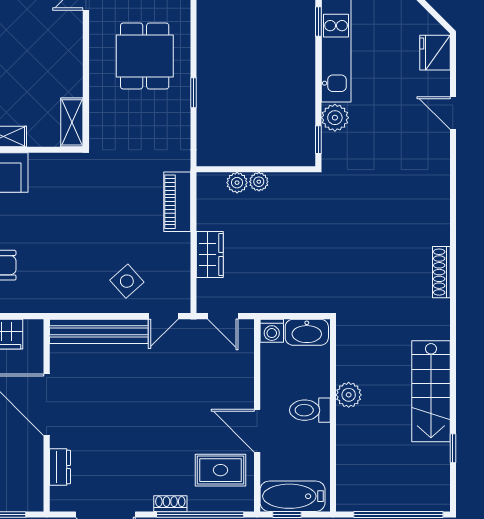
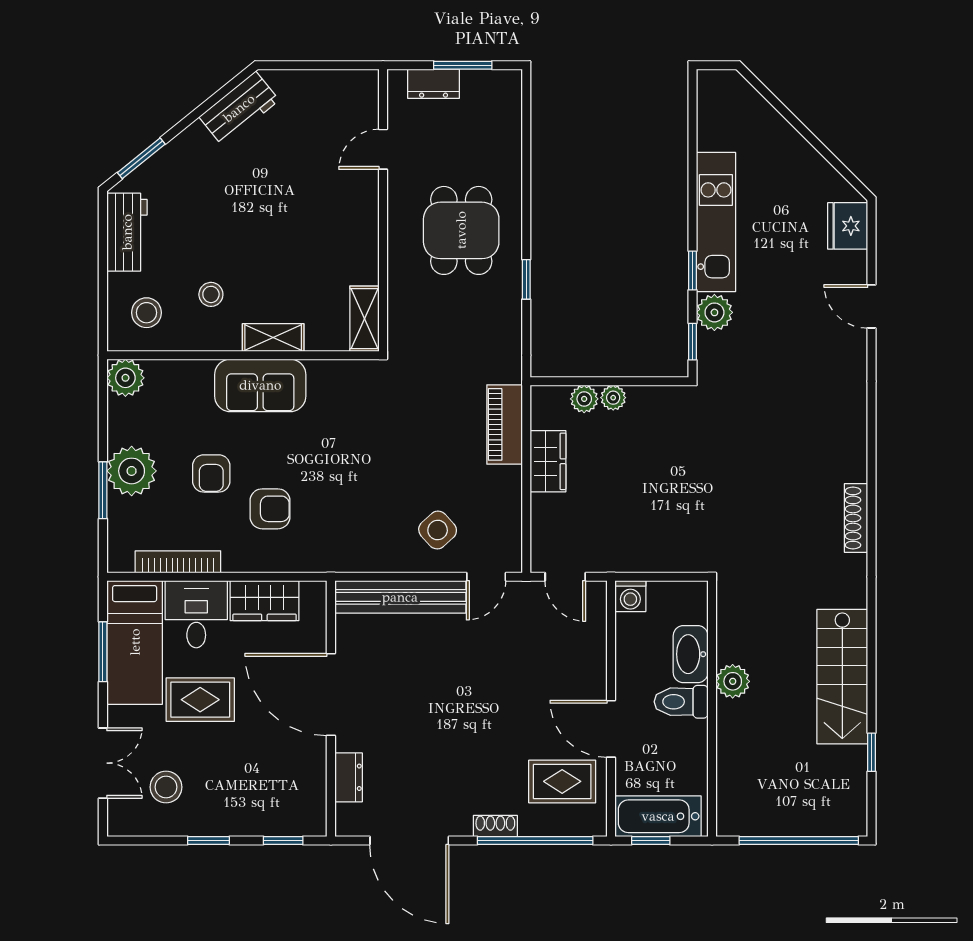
window: (318, 21) -> (692, 271), moved
wardrobe: (210, 255) -> (548, 461), moved
washbasin: (307, 332) -> (691, 654), moved, turned 90

